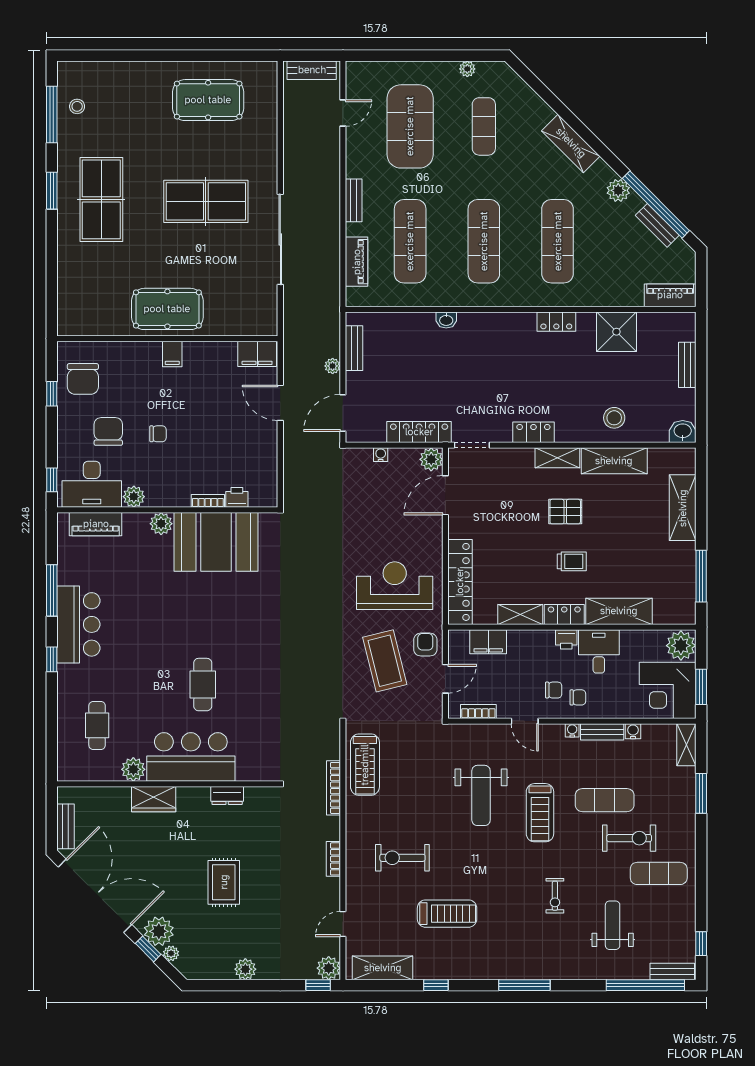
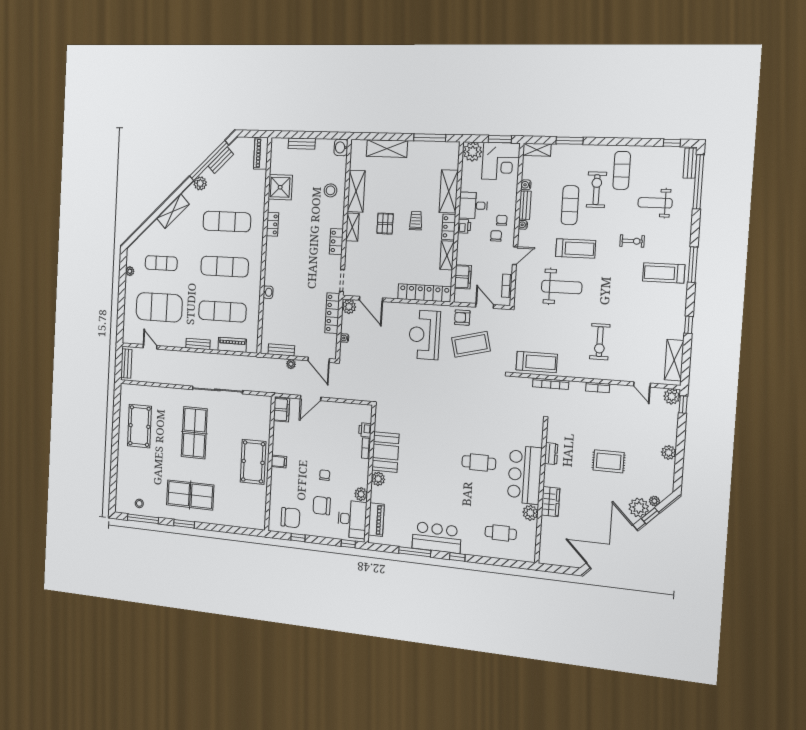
booth: (216, 542) -> (385, 452), width x0.73, depth x0.70
bench: (66, 826) -> (565, 561), removed
treadmill: (447, 914) -> (664, 273), moved, turned -90

